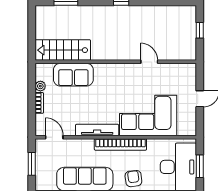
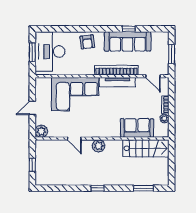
plant: (120, 53) -> (98, 146), added
plant: (189, 71) -> (41, 131), added
bookcase: (120, 144) -> (116, 70), moved

